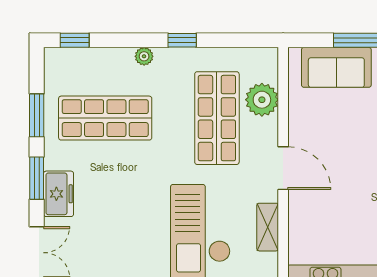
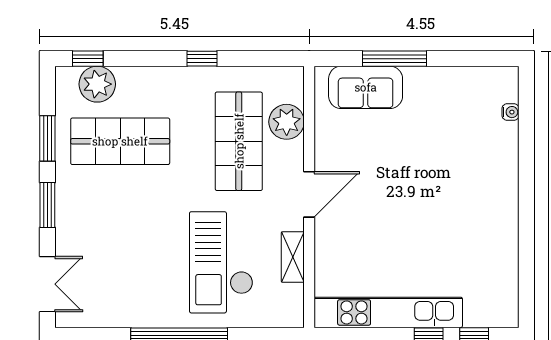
plant: (144, 56) -> (97, 84), moved, width x1.88, depth x1.88
door: (283, 168) -> (309, 194), hinge flipped
freezer: (59, 194) -> (71, 222), removed

